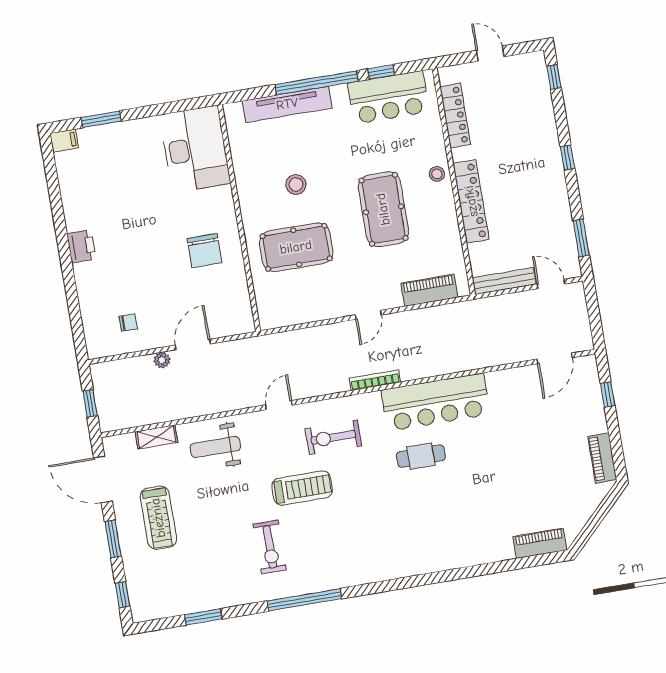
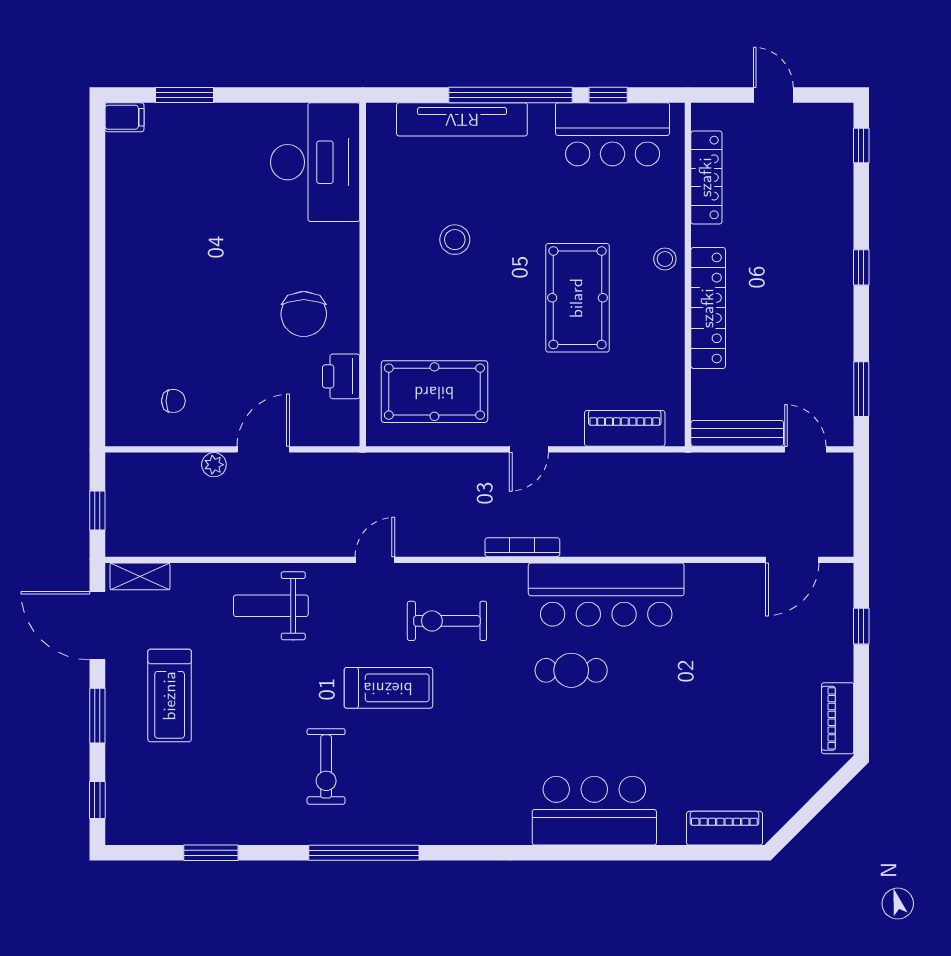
printer: (81, 246) -> (341, 376), moved, turned 180
pool table: (296, 247) -> (434, 392), moved
shelving: (156, 437) -> (140, 576), moved
bar counter: (452, 546) -> (594, 811), added

